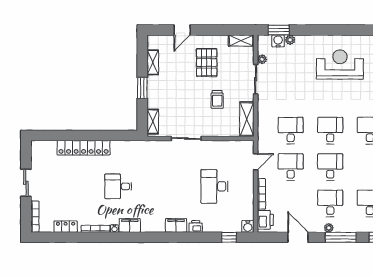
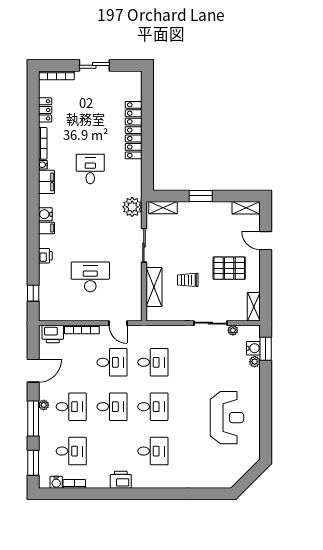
shelving: (153, 62) -> (246, 208), moved
shelving: (247, 119) -> (154, 287), moved, turned 90
plant: (152, 149) -> (132, 207), added
filing cabinet: (176, 225) -> (46, 228), width x0.50
water cooler: (248, 226) -> (45, 214), moved

